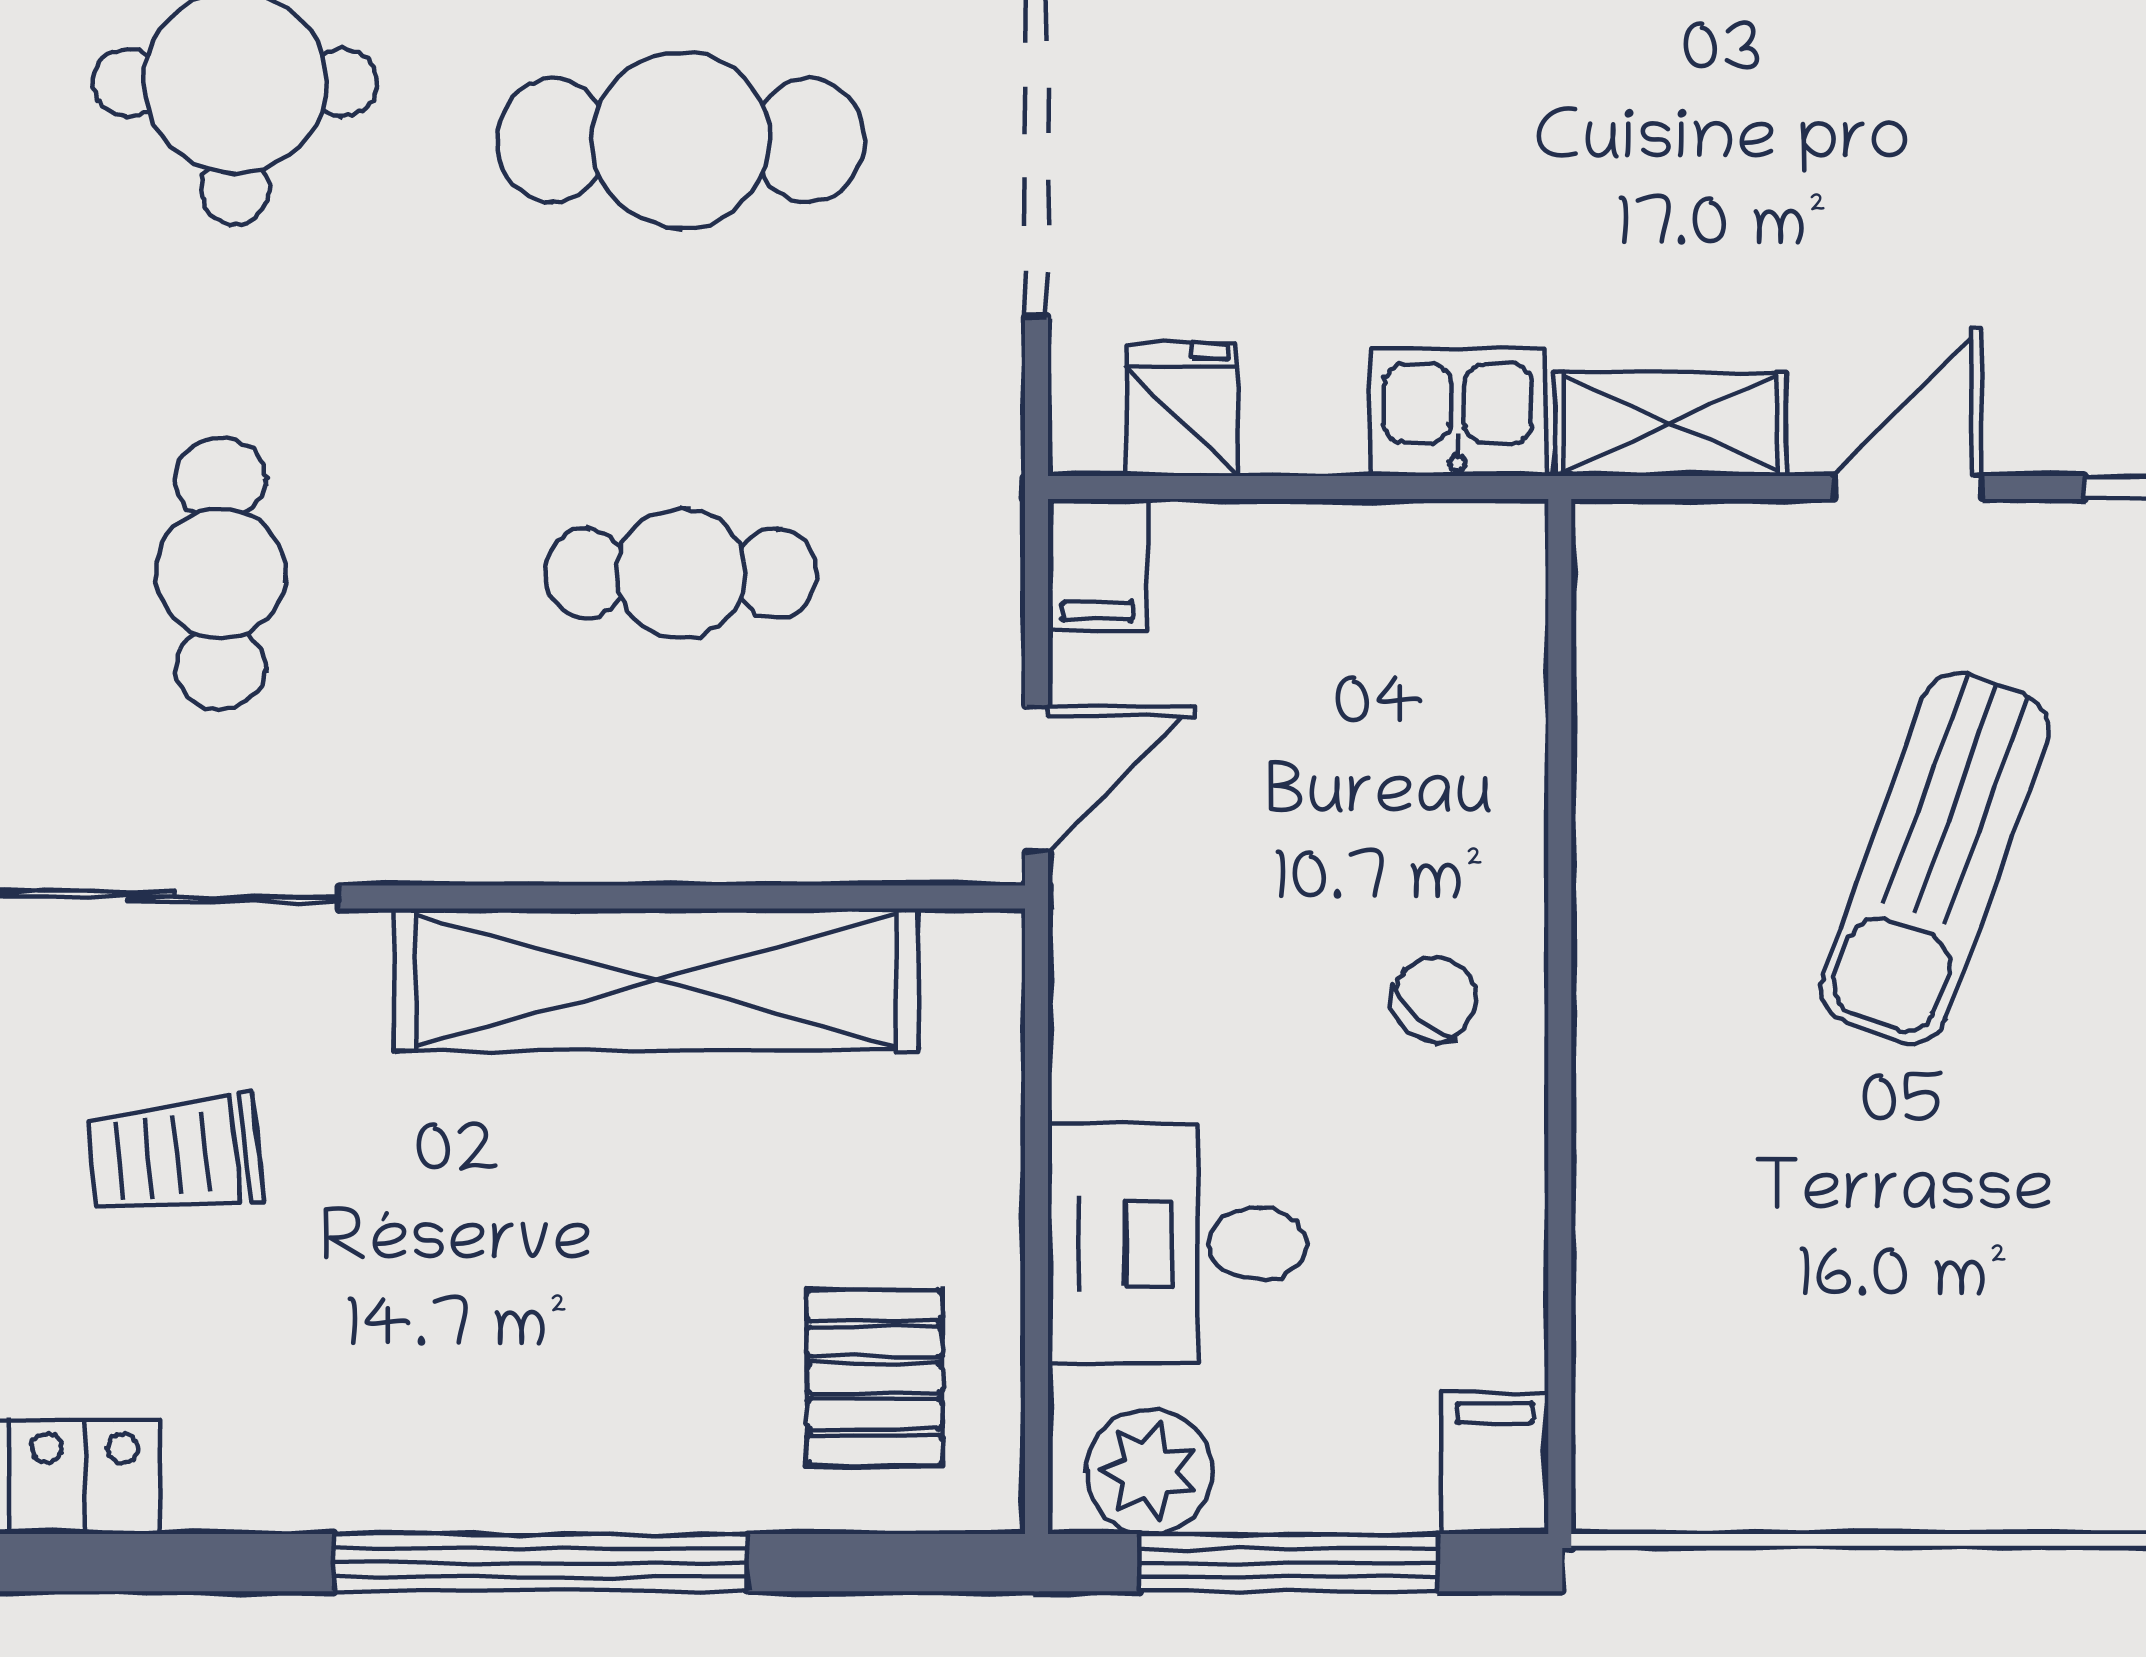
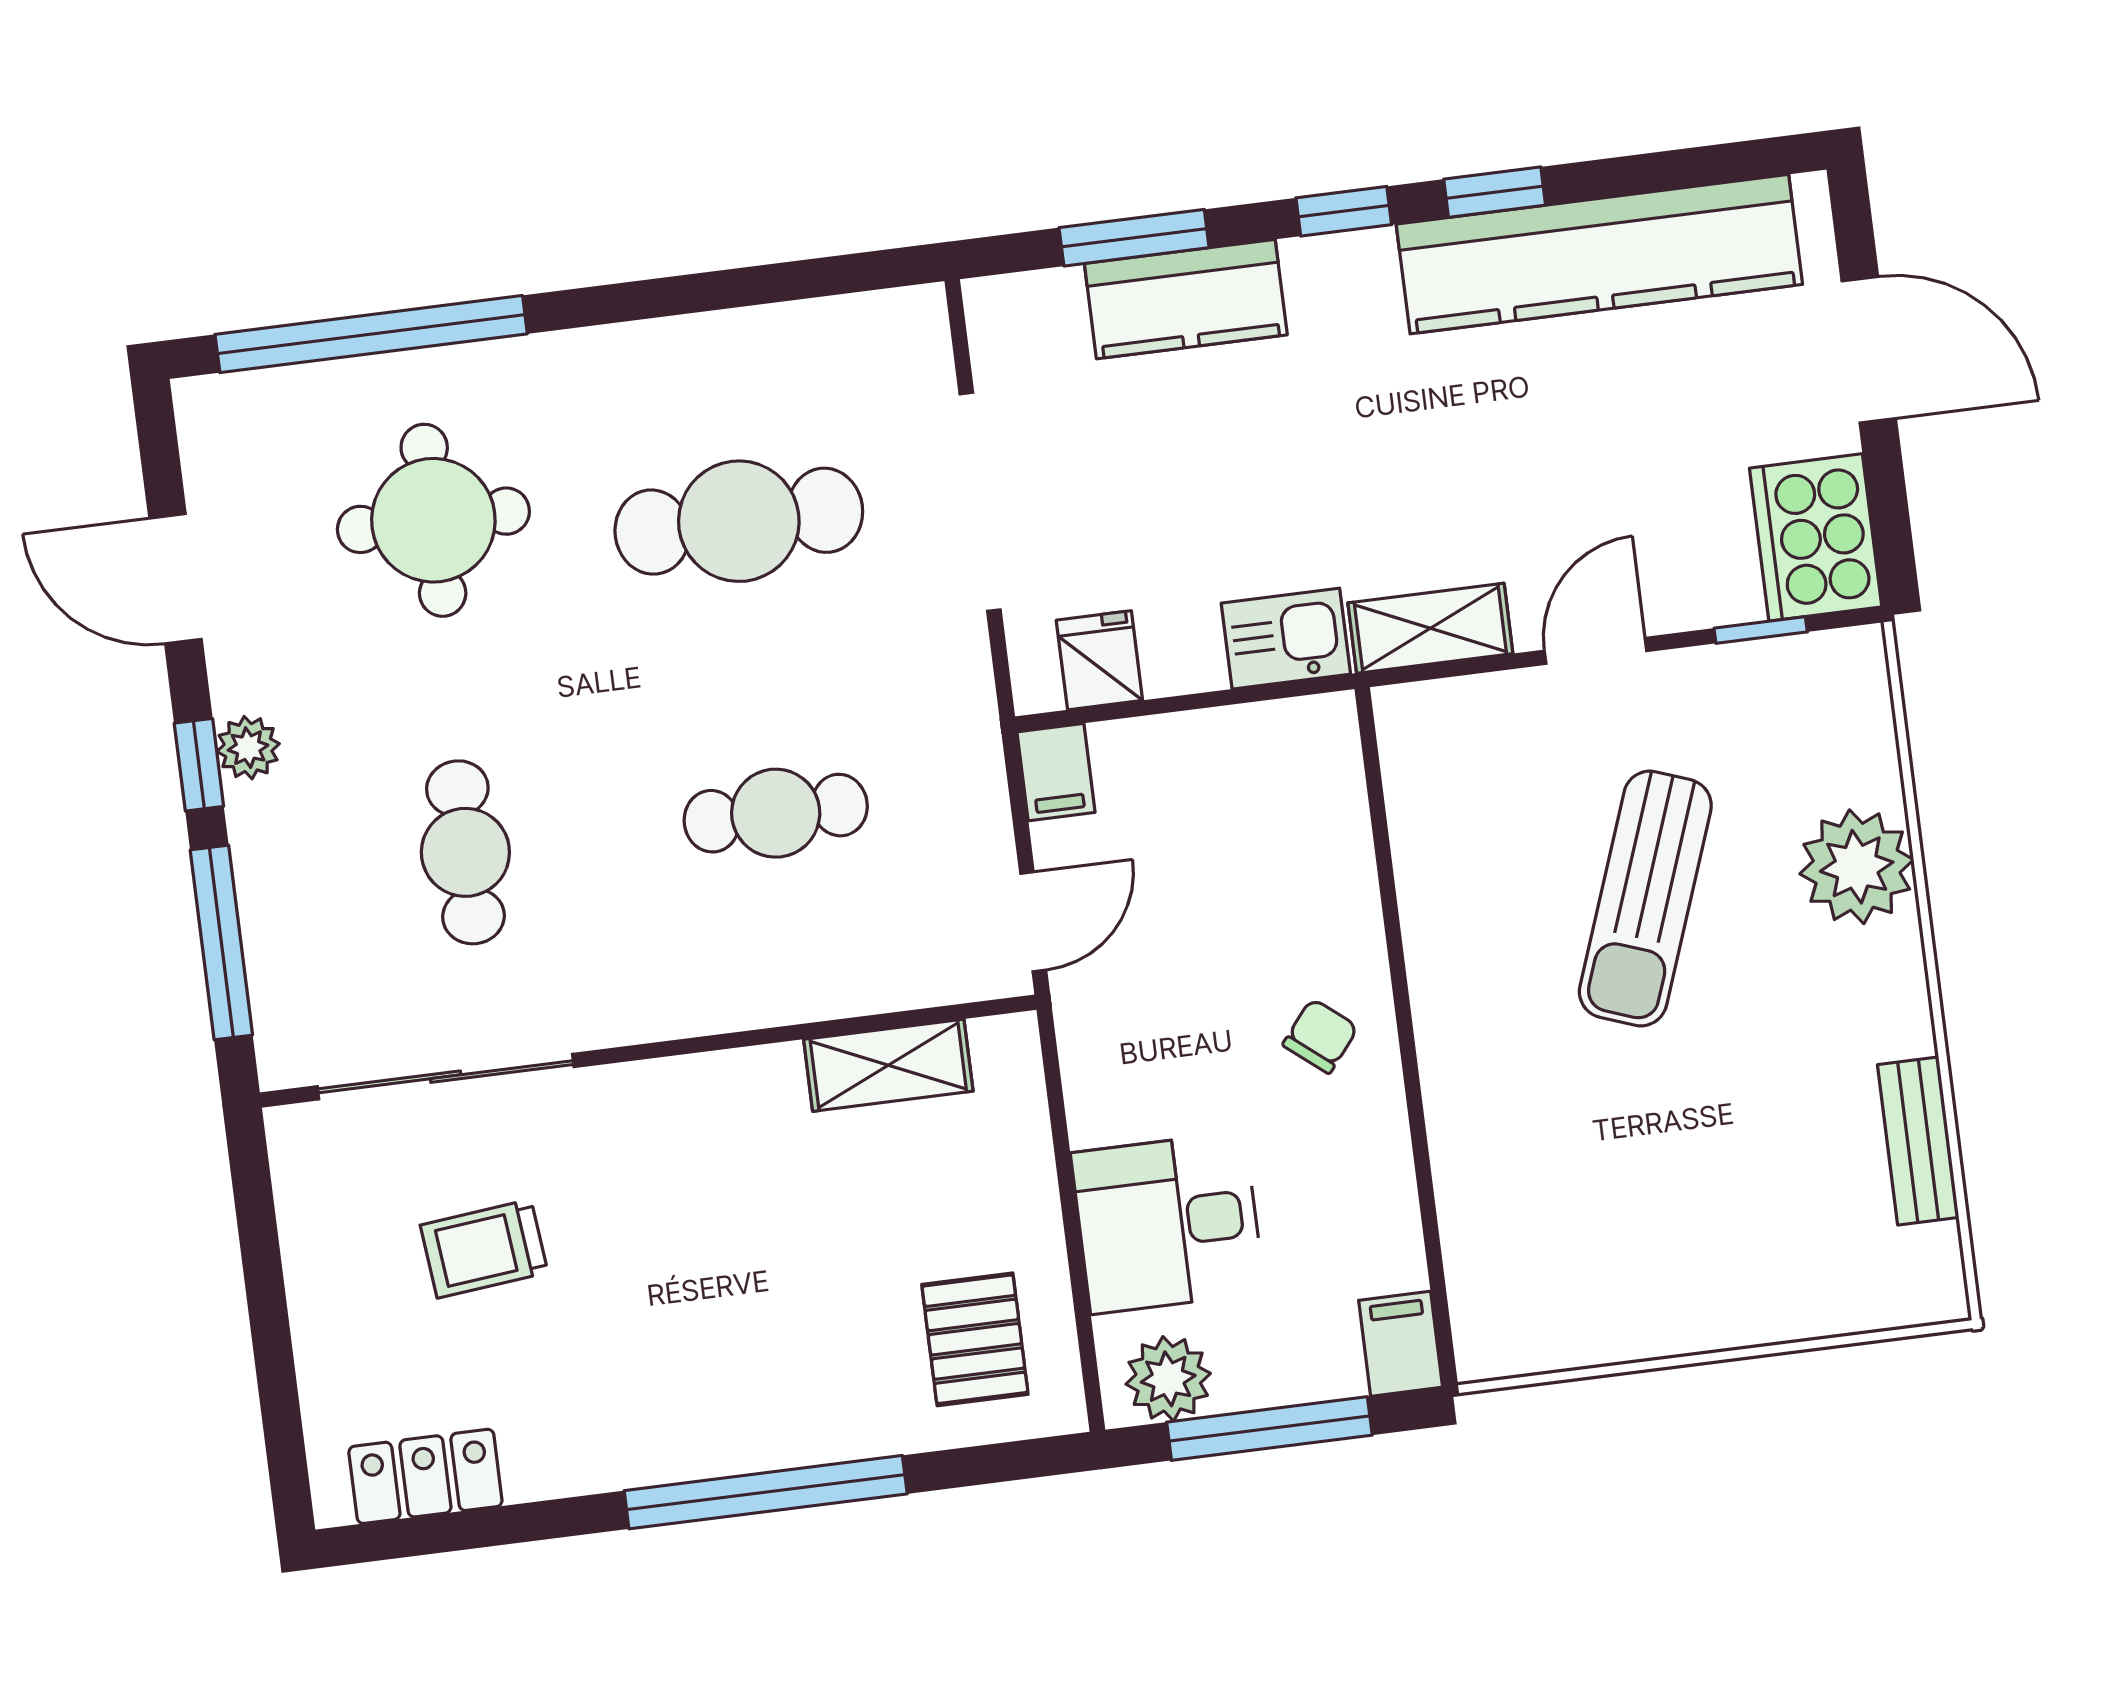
shelving: (656, 980) -> (888, 1065), width x0.45, depth x0.75

